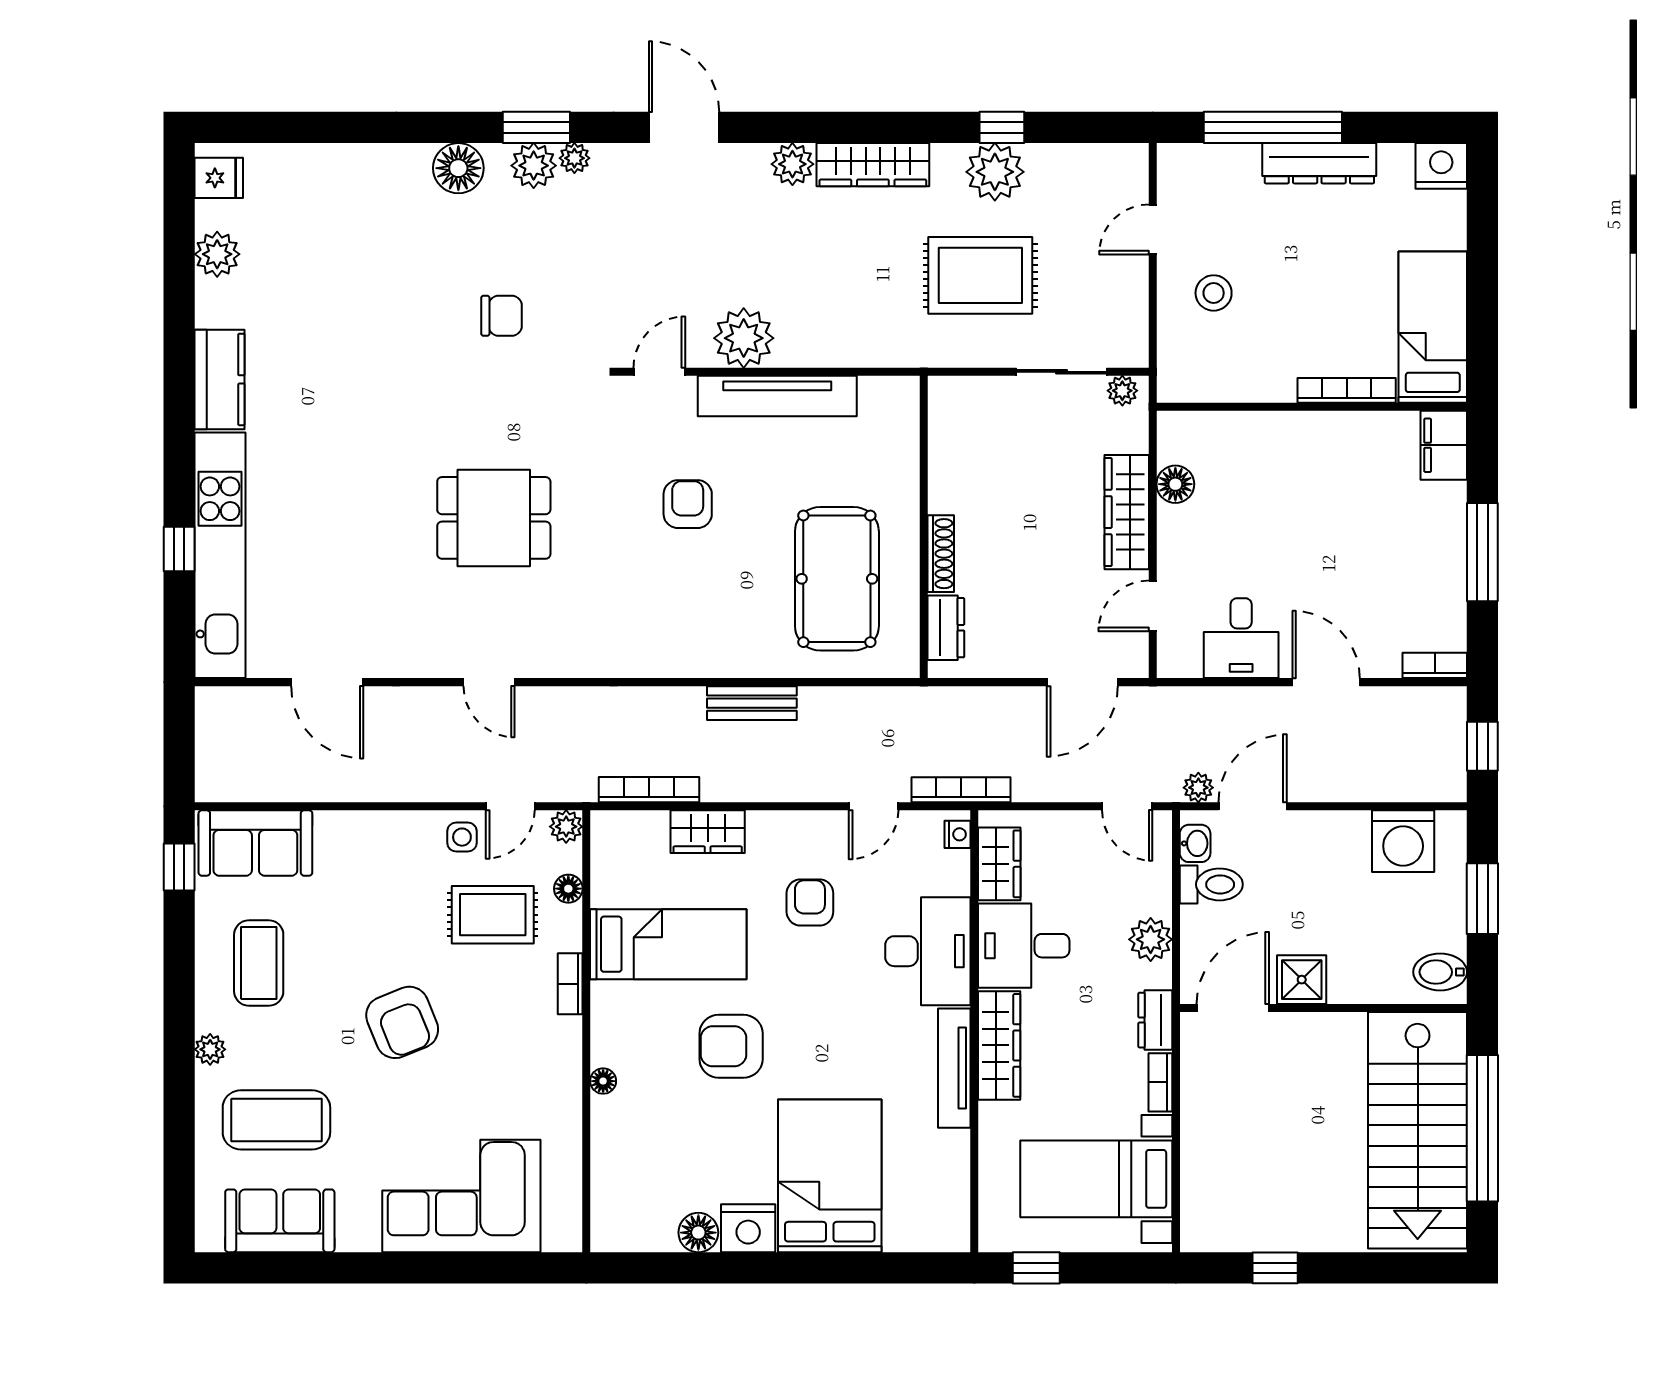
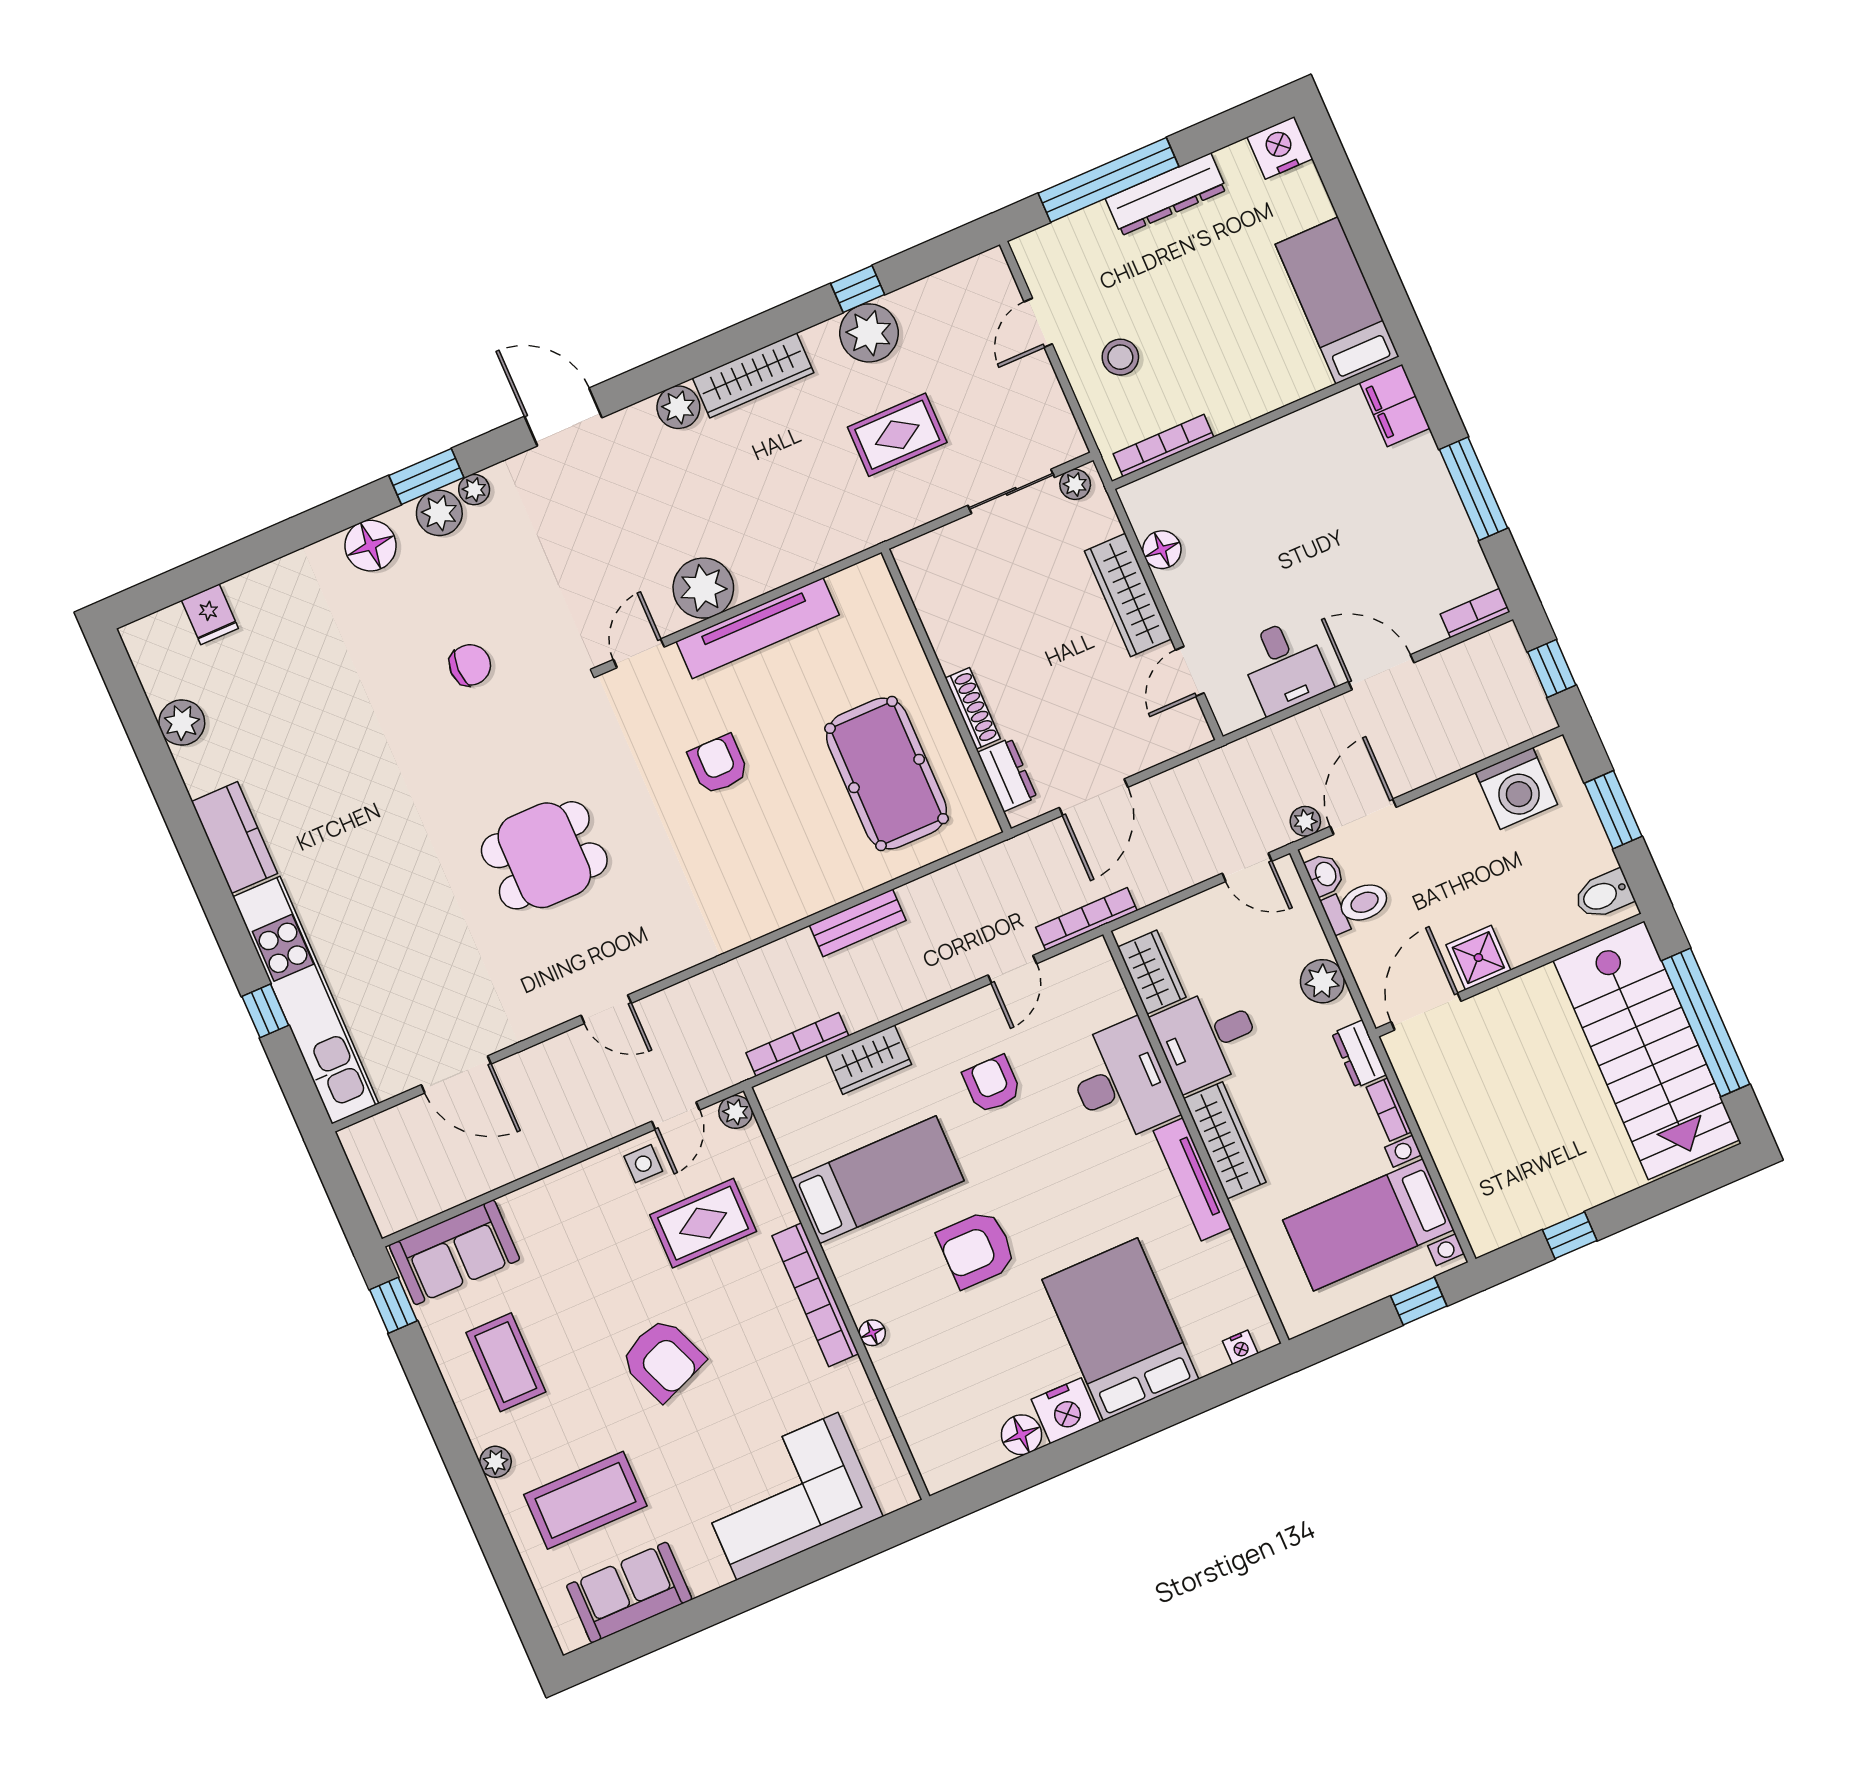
fridge: (219, 178) -> (210, 614), moved, turned 90
rug: (980, 275) -> (897, 435), width x0.73, depth x0.70
bookcase: (1347, 390) -> (1164, 445), moved
door: (1082, 682) -> (1093, 797), moved
nightstand: (957, 834) -> (1240, 1347), moved, turned 90
floor lamp: (568, 889) -> (763, 1169), removed
bookcase: (570, 984) -> (815, 1295), width x2.31, depth x1.31
window: (1036, 1268) -> (1419, 1301), moved

